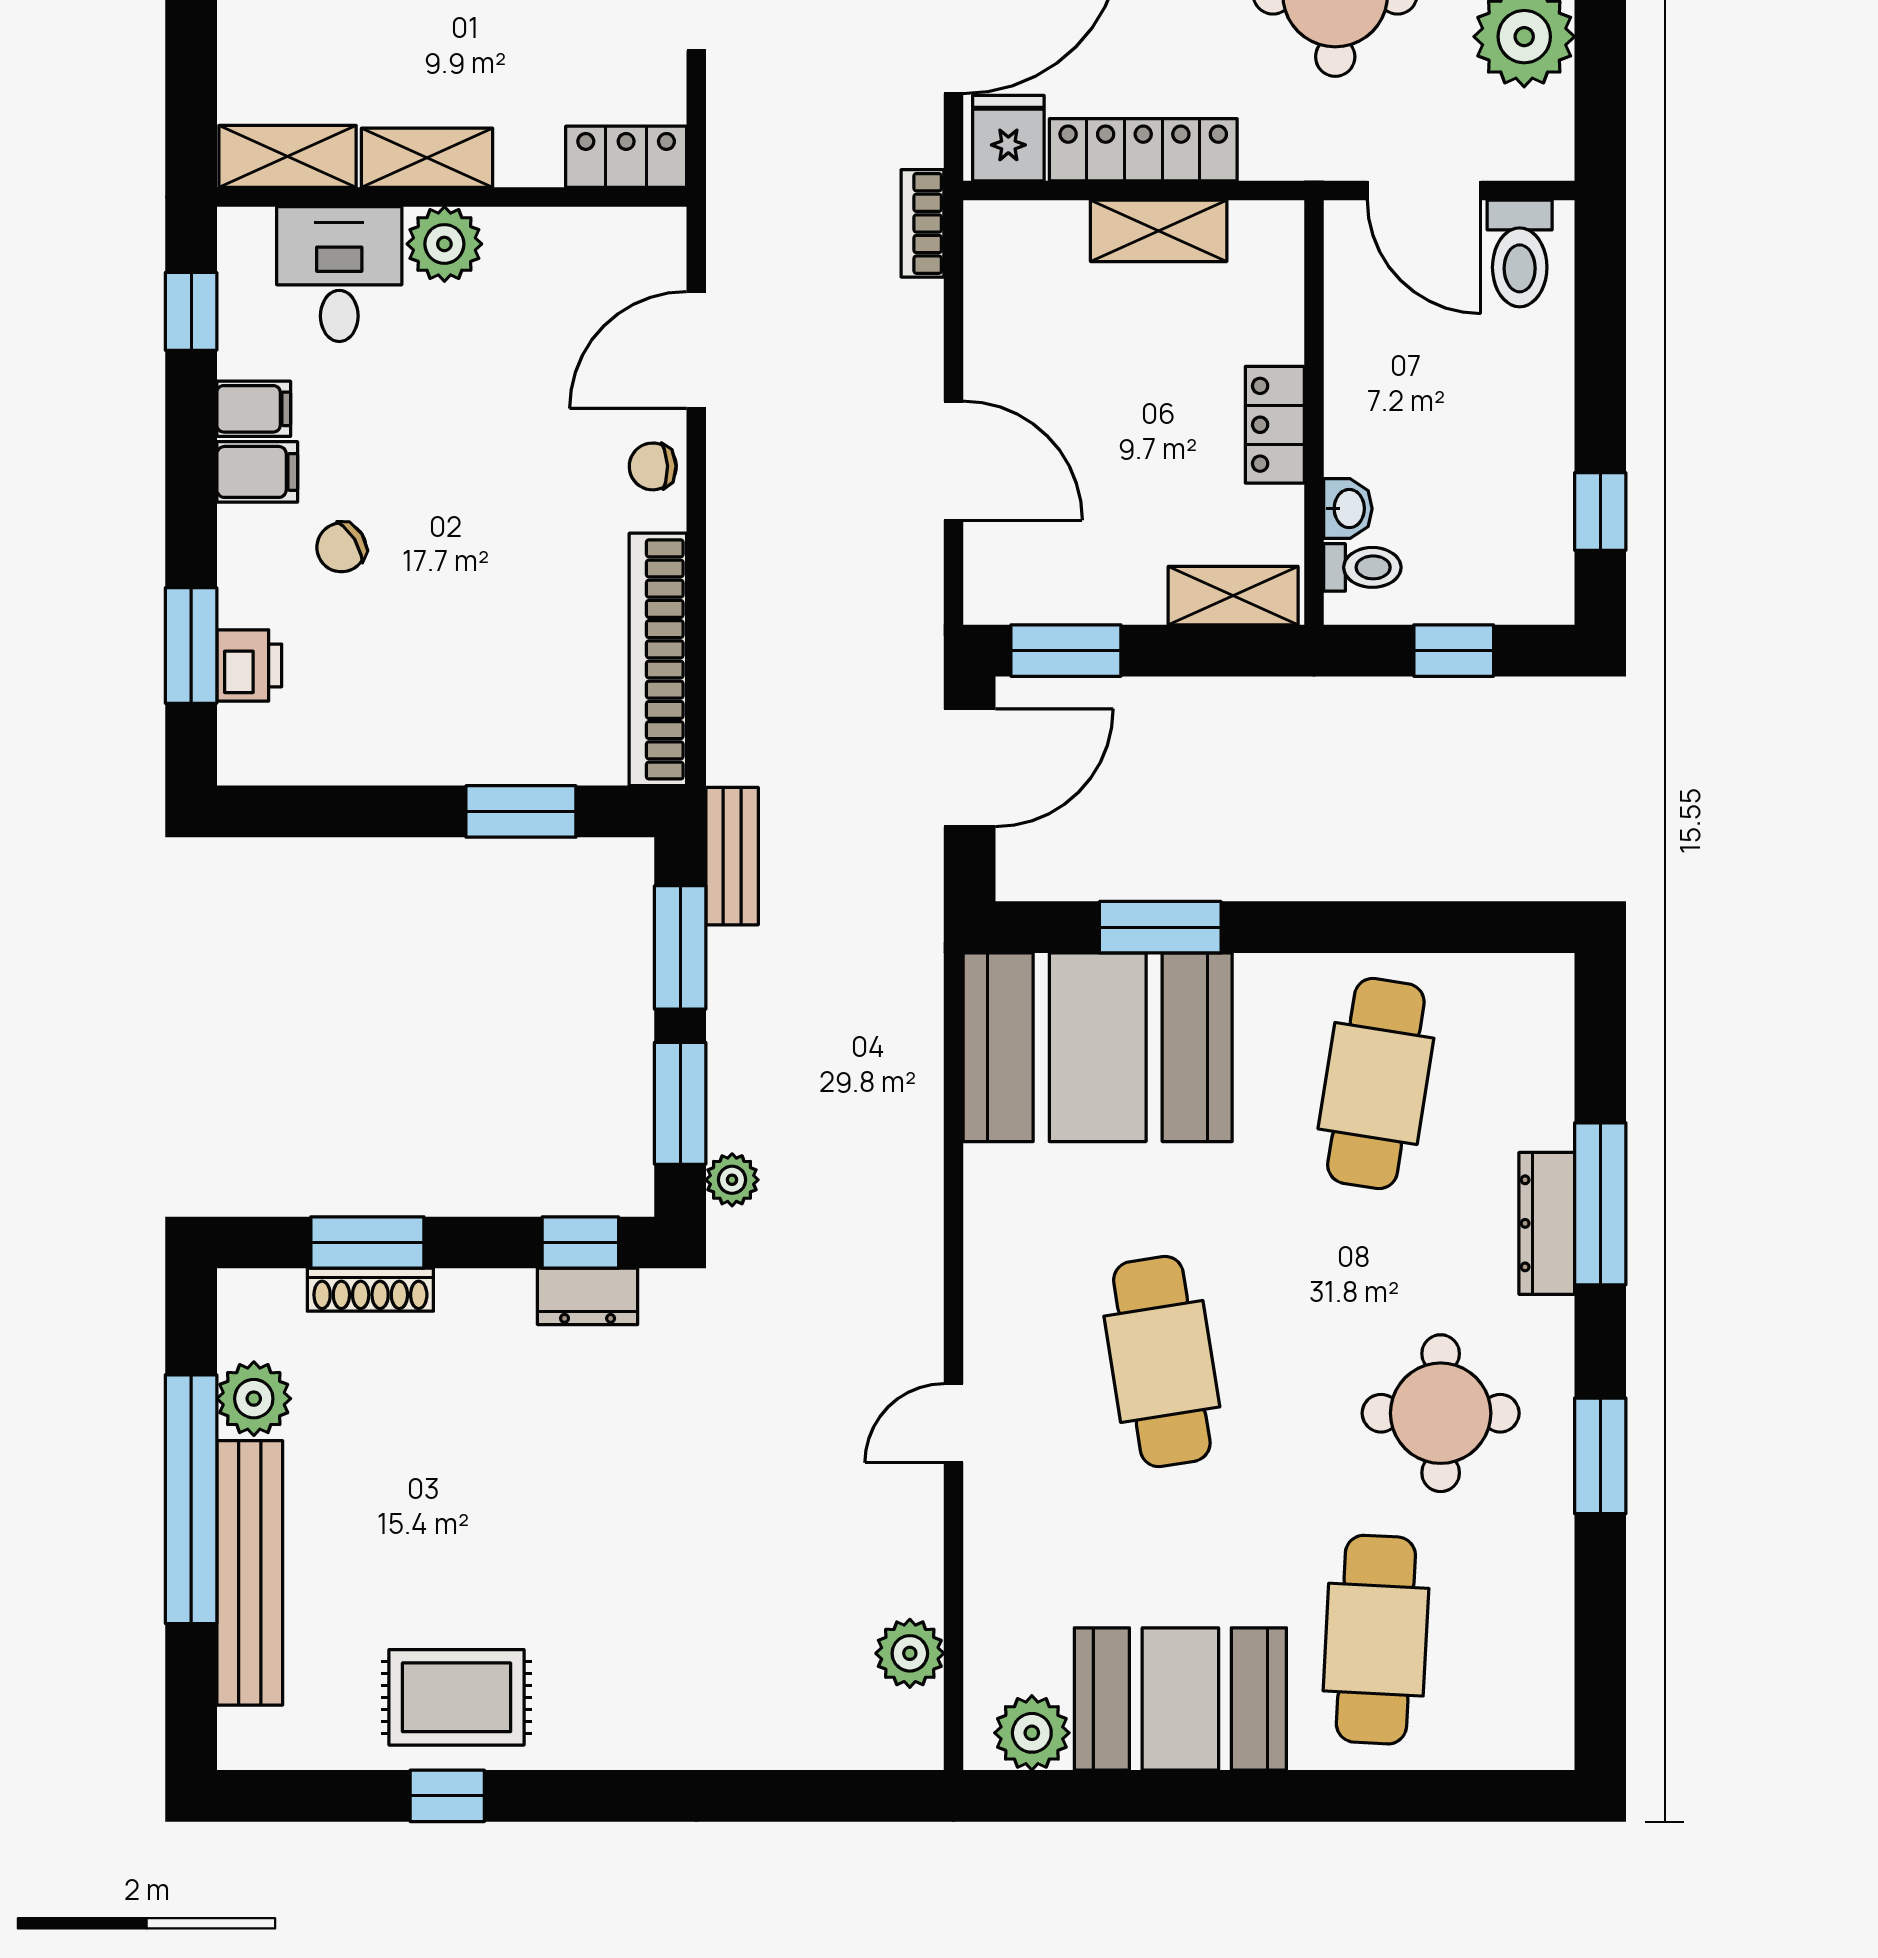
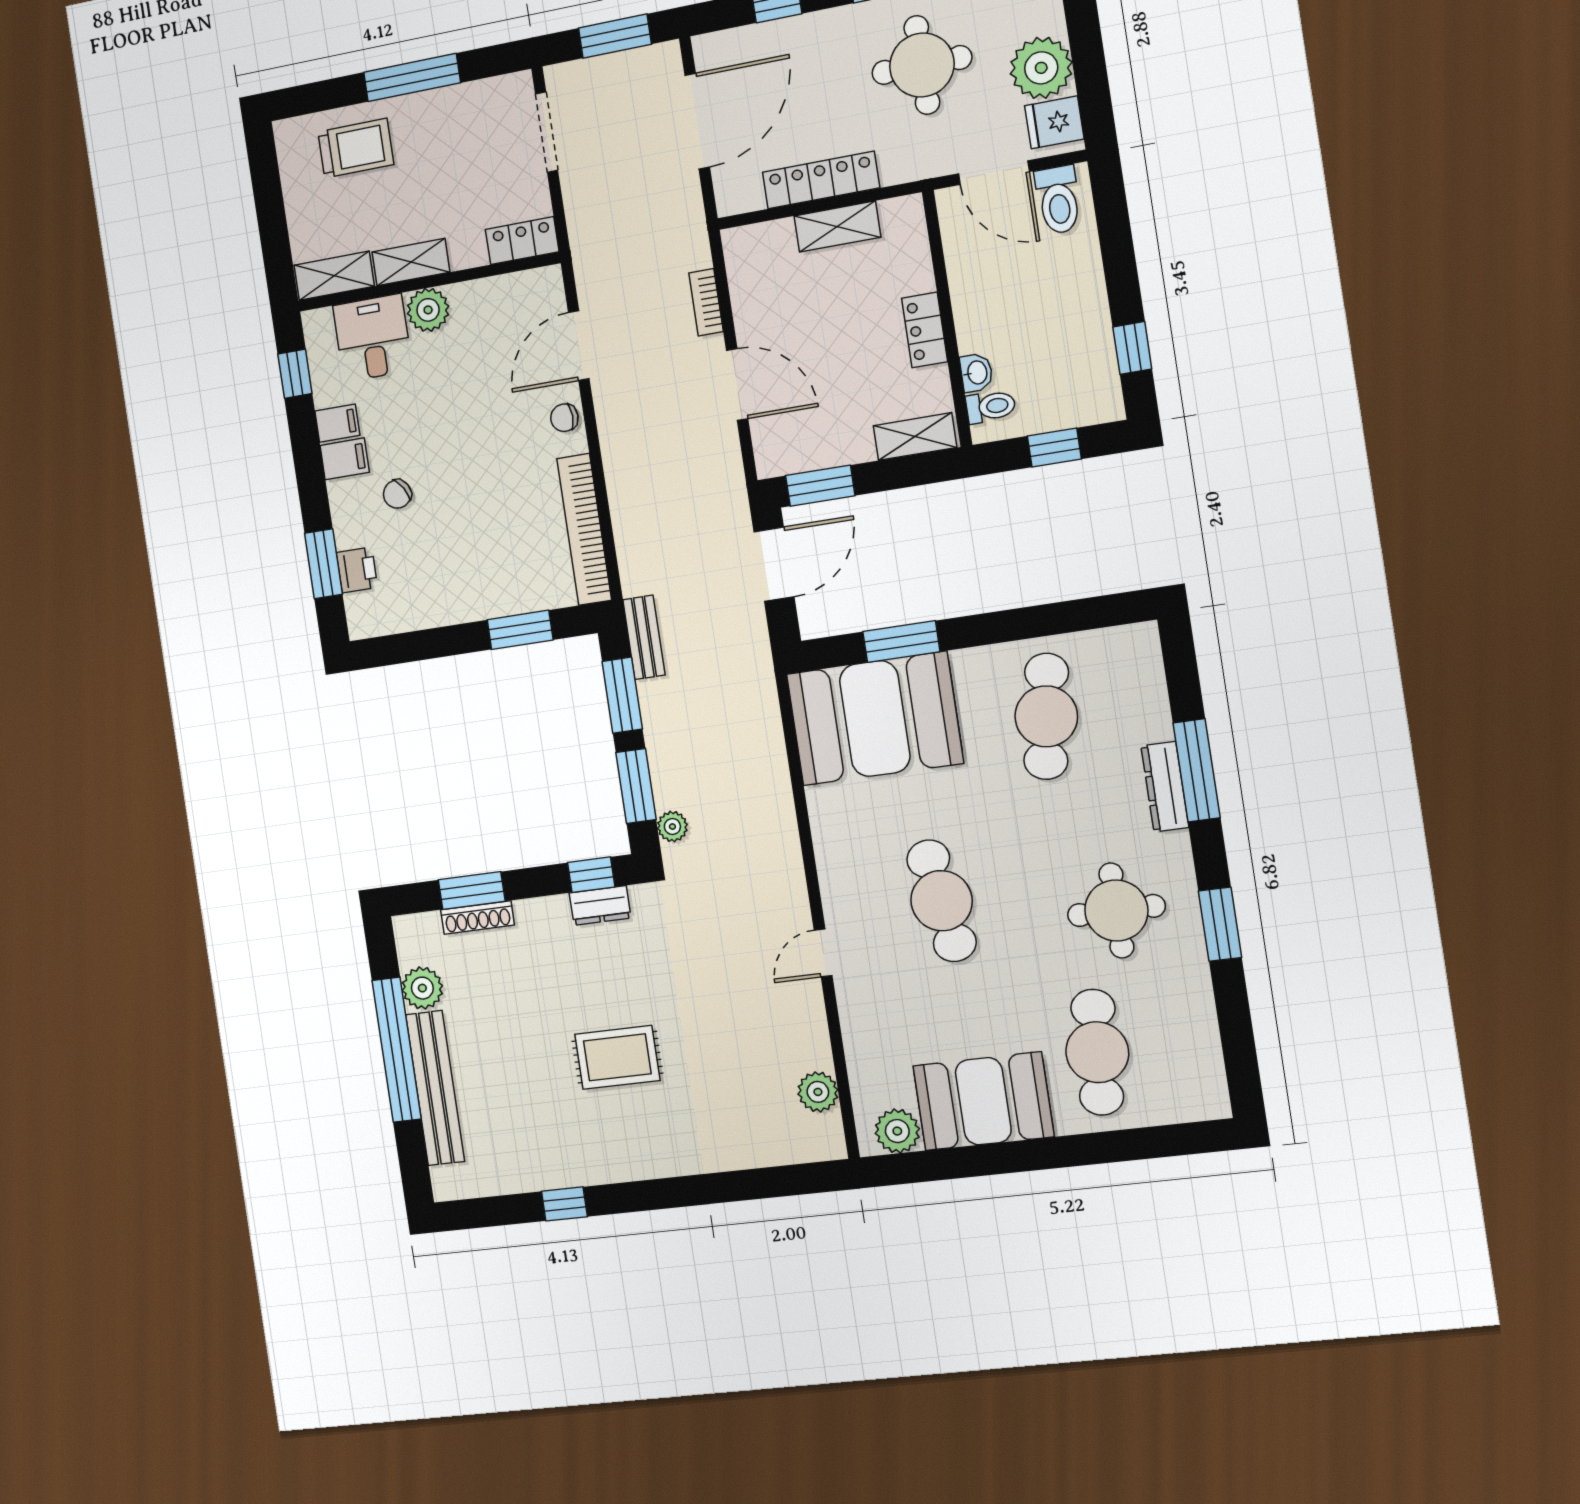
fridge: (1008, 138) -> (1054, 122), moved, turned -90
bookcase: (922, 223) -> (706, 302), moved
rug: (457, 1697) -> (617, 1057), moved

